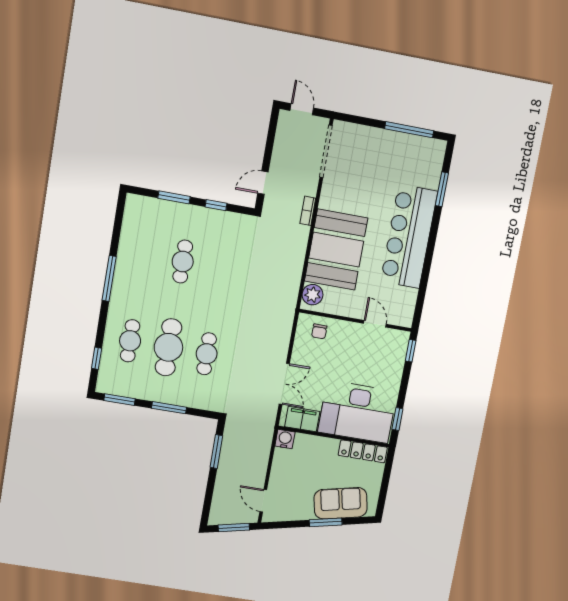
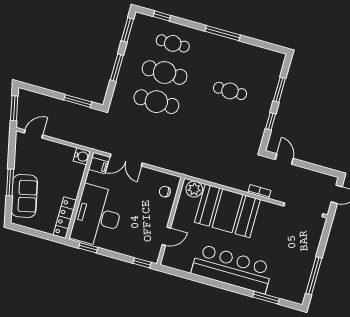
cafe table: (207, 354) -> (156, 102), width x1.37, depth x1.35
filing cabinet: (302, 419) -> (98, 166), width x0.50

